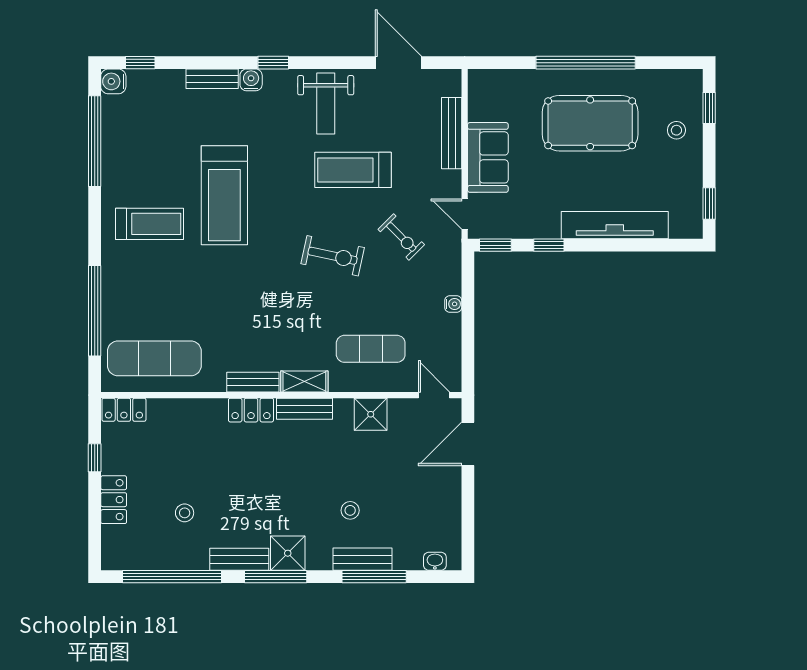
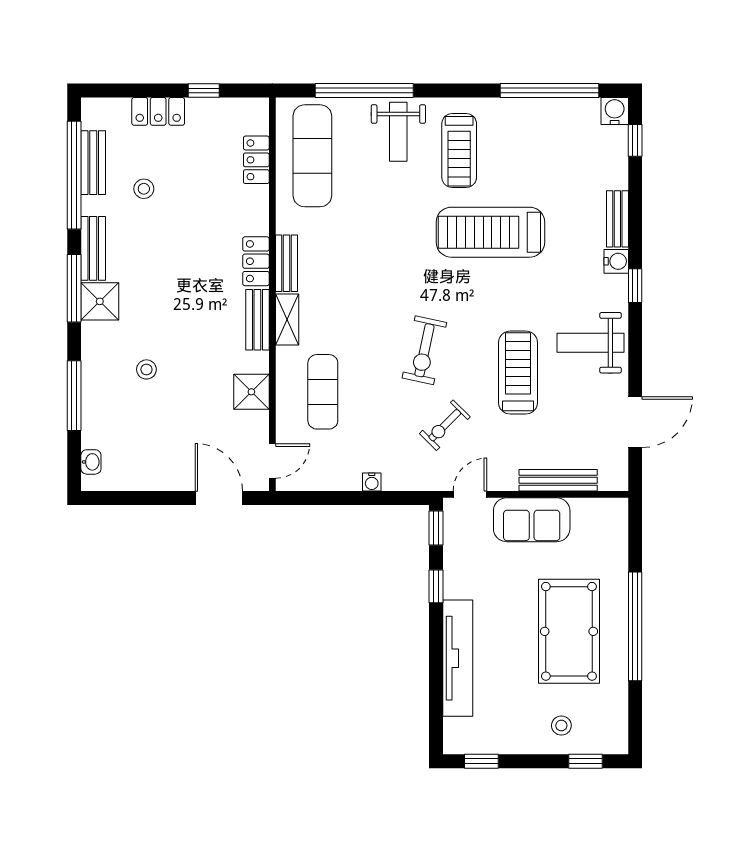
weight bench: (132, 280) -> (398, 132), added
locker: (124, 410) -> (256, 160), moved
bench: (362, 559) -> (93, 163), moved

